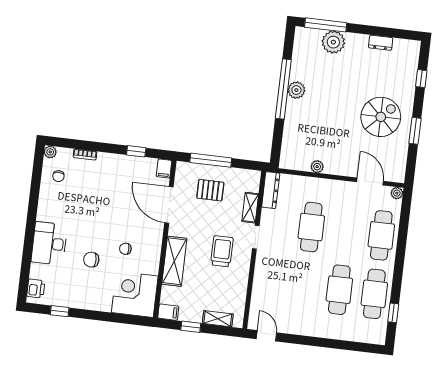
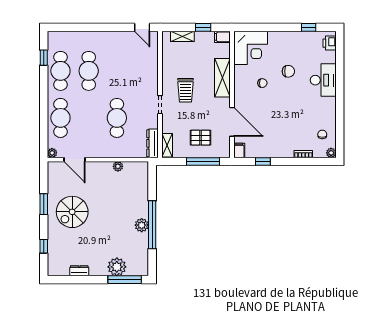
shelving: (250, 208) -> (167, 145), moved

